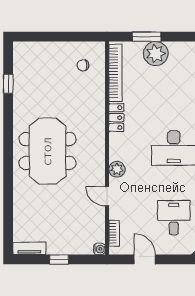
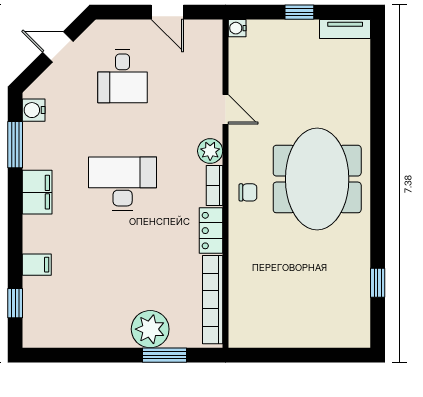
chair: (83, 65) -> (248, 192), moved
bookcase: (114, 233) -> (215, 186), moved

